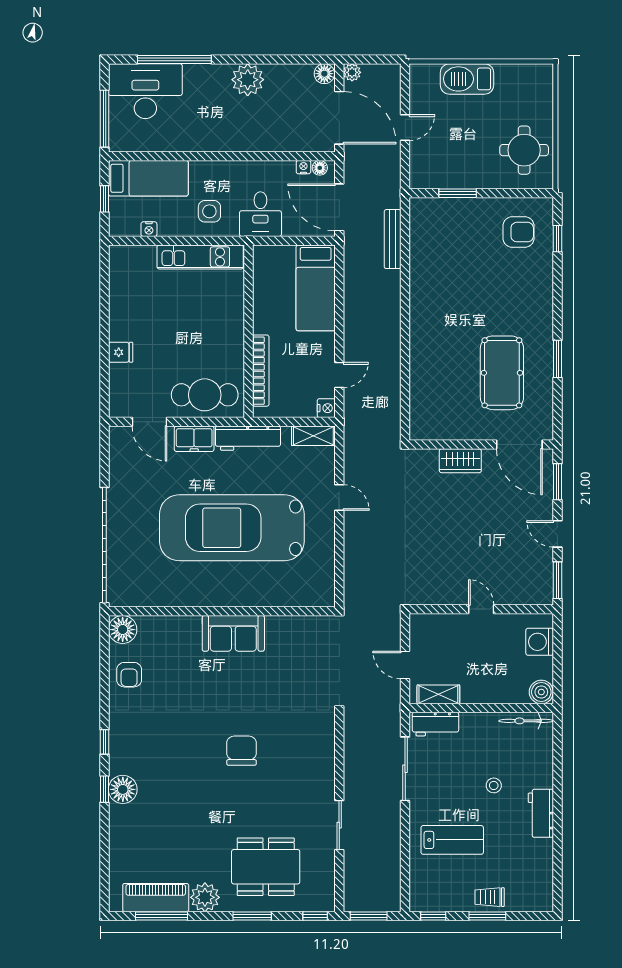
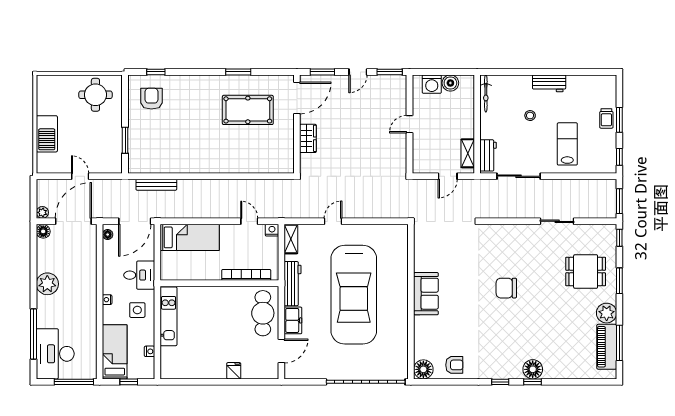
nightstand: (303, 167) -> (107, 300), moved
boiler: (541, 692) -> (450, 83), moved
dining table: (266, 867) -> (586, 272), width x0.73

